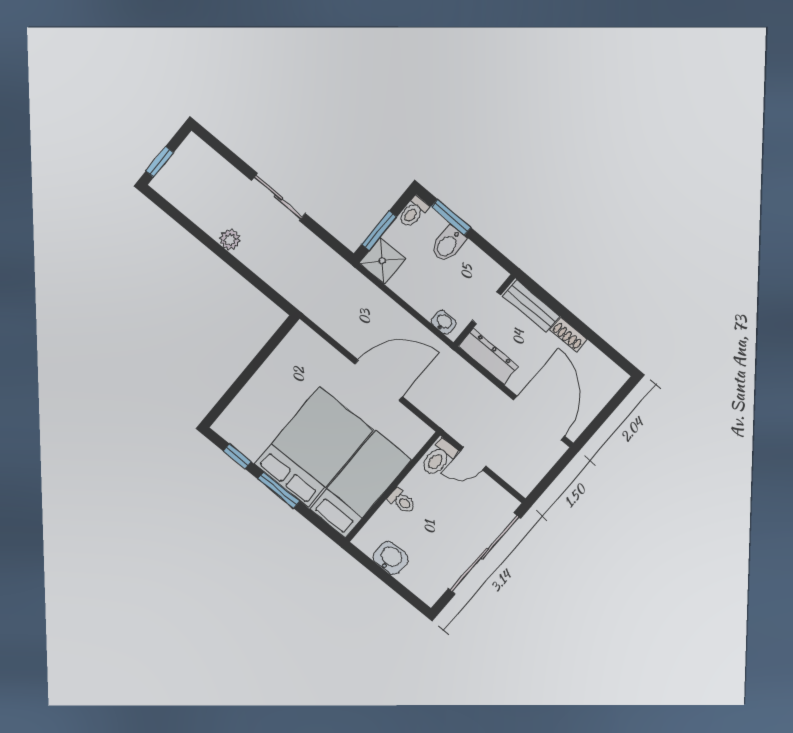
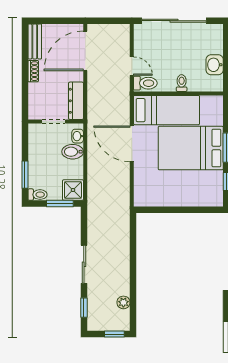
window: (224, 151) -> (84, 308), added
plant: (230, 240) -> (123, 302), moved
bidet: (448, 244) -> (73, 152), moved, turned 180
bench: (531, 306) -> (35, 41), moved
bed: (360, 485) -> (167, 110), moved, turned 180

